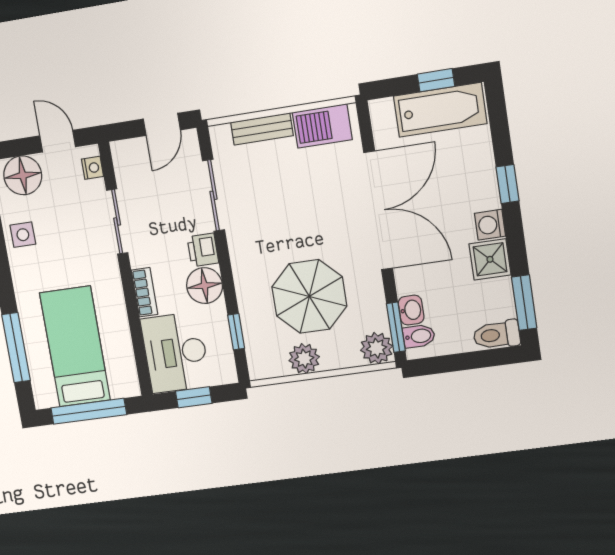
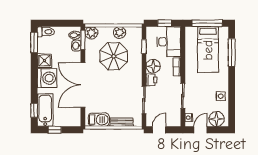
bathtub: (440, 110) -> (45, 110), moved, turned 90
door: (58, 141) -> (200, 130), swing flipped
window: (507, 184) -> (34, 110), moved
washing machine: (490, 225) -> (47, 78), width x1.89, depth x1.89

